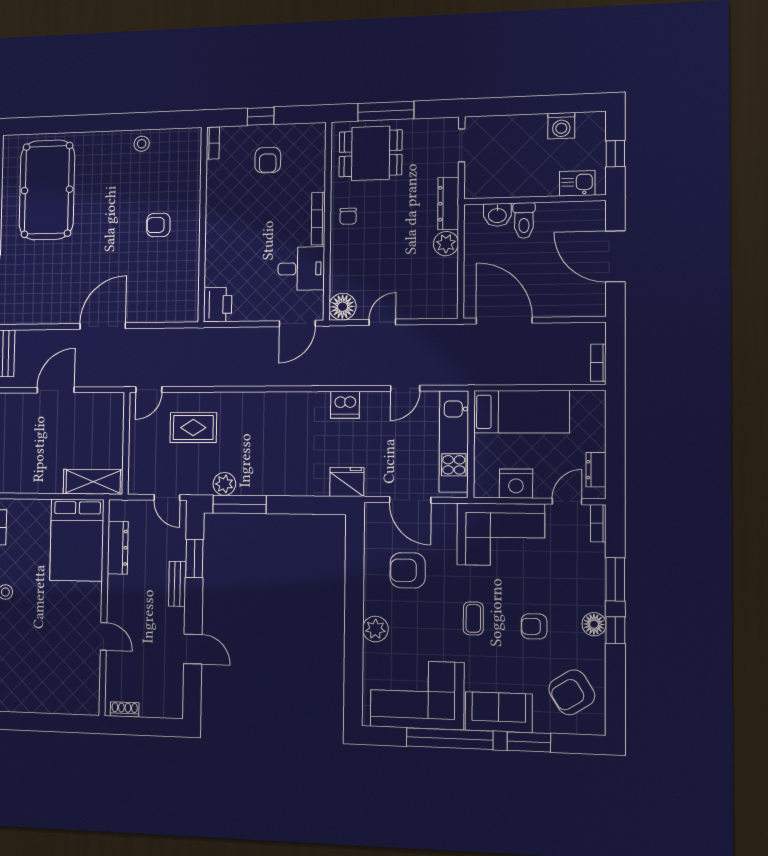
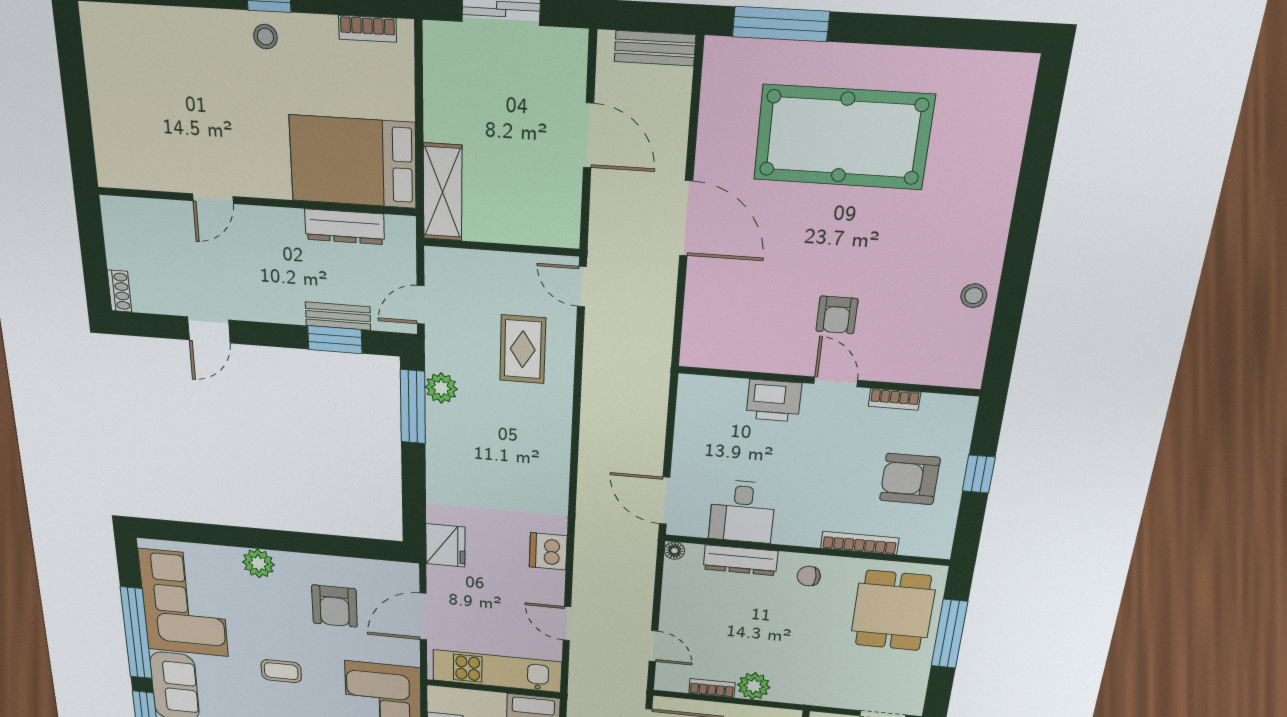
bookcase: (213, 143) -> (894, 399), moved
armchair: (268, 160) -> (910, 479), width x1.38, depth x1.38
pool table: (47, 190) -> (843, 137), moved
dresser: (448, 203) -> (740, 560), moved, turned 180
door: (203, 219) -> (836, 382), added
bookcase: (318, 219) -> (860, 543), moved
armchair: (158, 225) -> (837, 315), turned 180
bookcase: (451, 275) -> (712, 688), added
printer: (218, 305) -> (774, 401), moved
floor lamp: (343, 307) -> (674, 551), width x0.53, depth x0.53
door: (382, 322) -> (654, 646), moved
armchair: (408, 570) -> (334, 606), turned 180
bench: (177, 584) -> (338, 316), moved
shoe rack: (125, 709) -> (119, 291), moved

